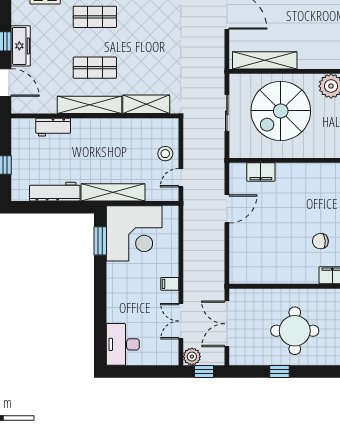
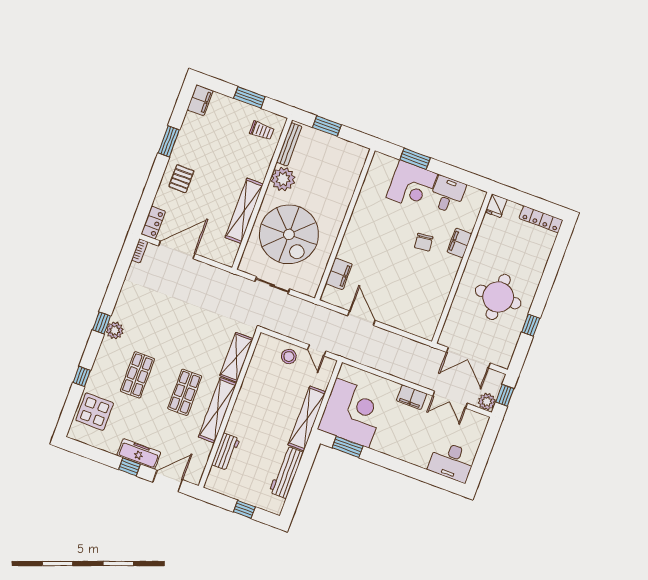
shelving: (265, 60) -> (244, 211), moved
filing cabinet: (170, 284) -> (412, 397), width x2.00

